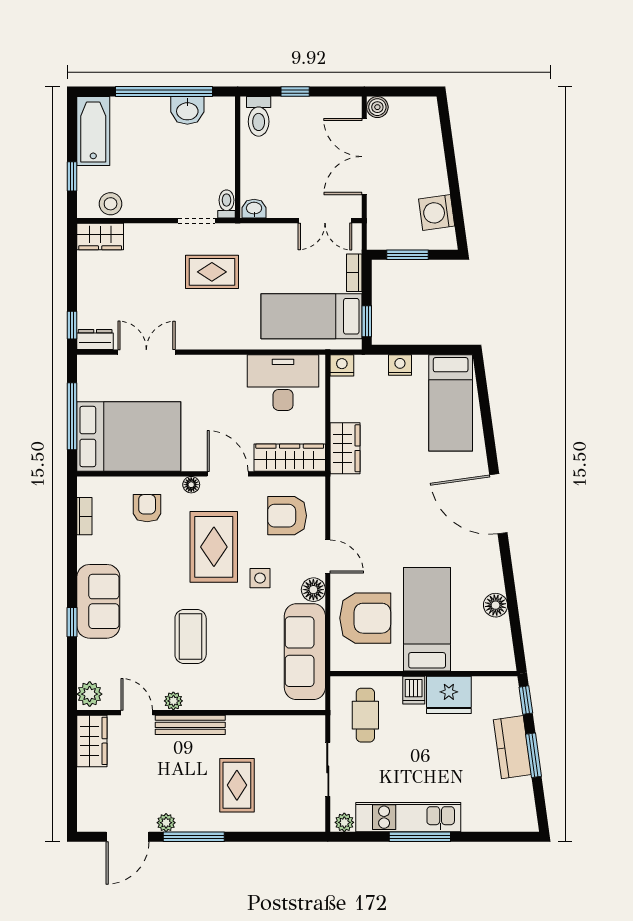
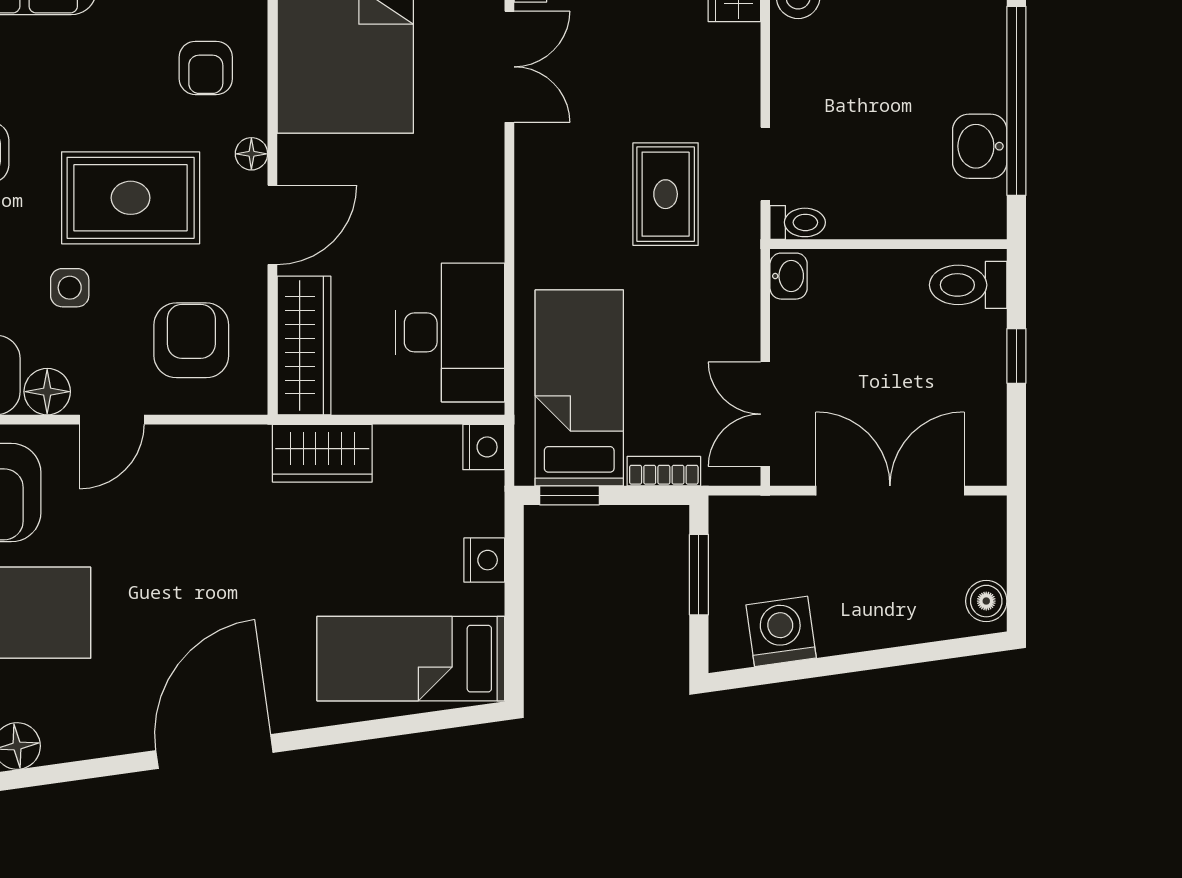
boiler: (377, 107) -> (986, 601), moved
armchair: (147, 508) -> (206, 68), turned 90

